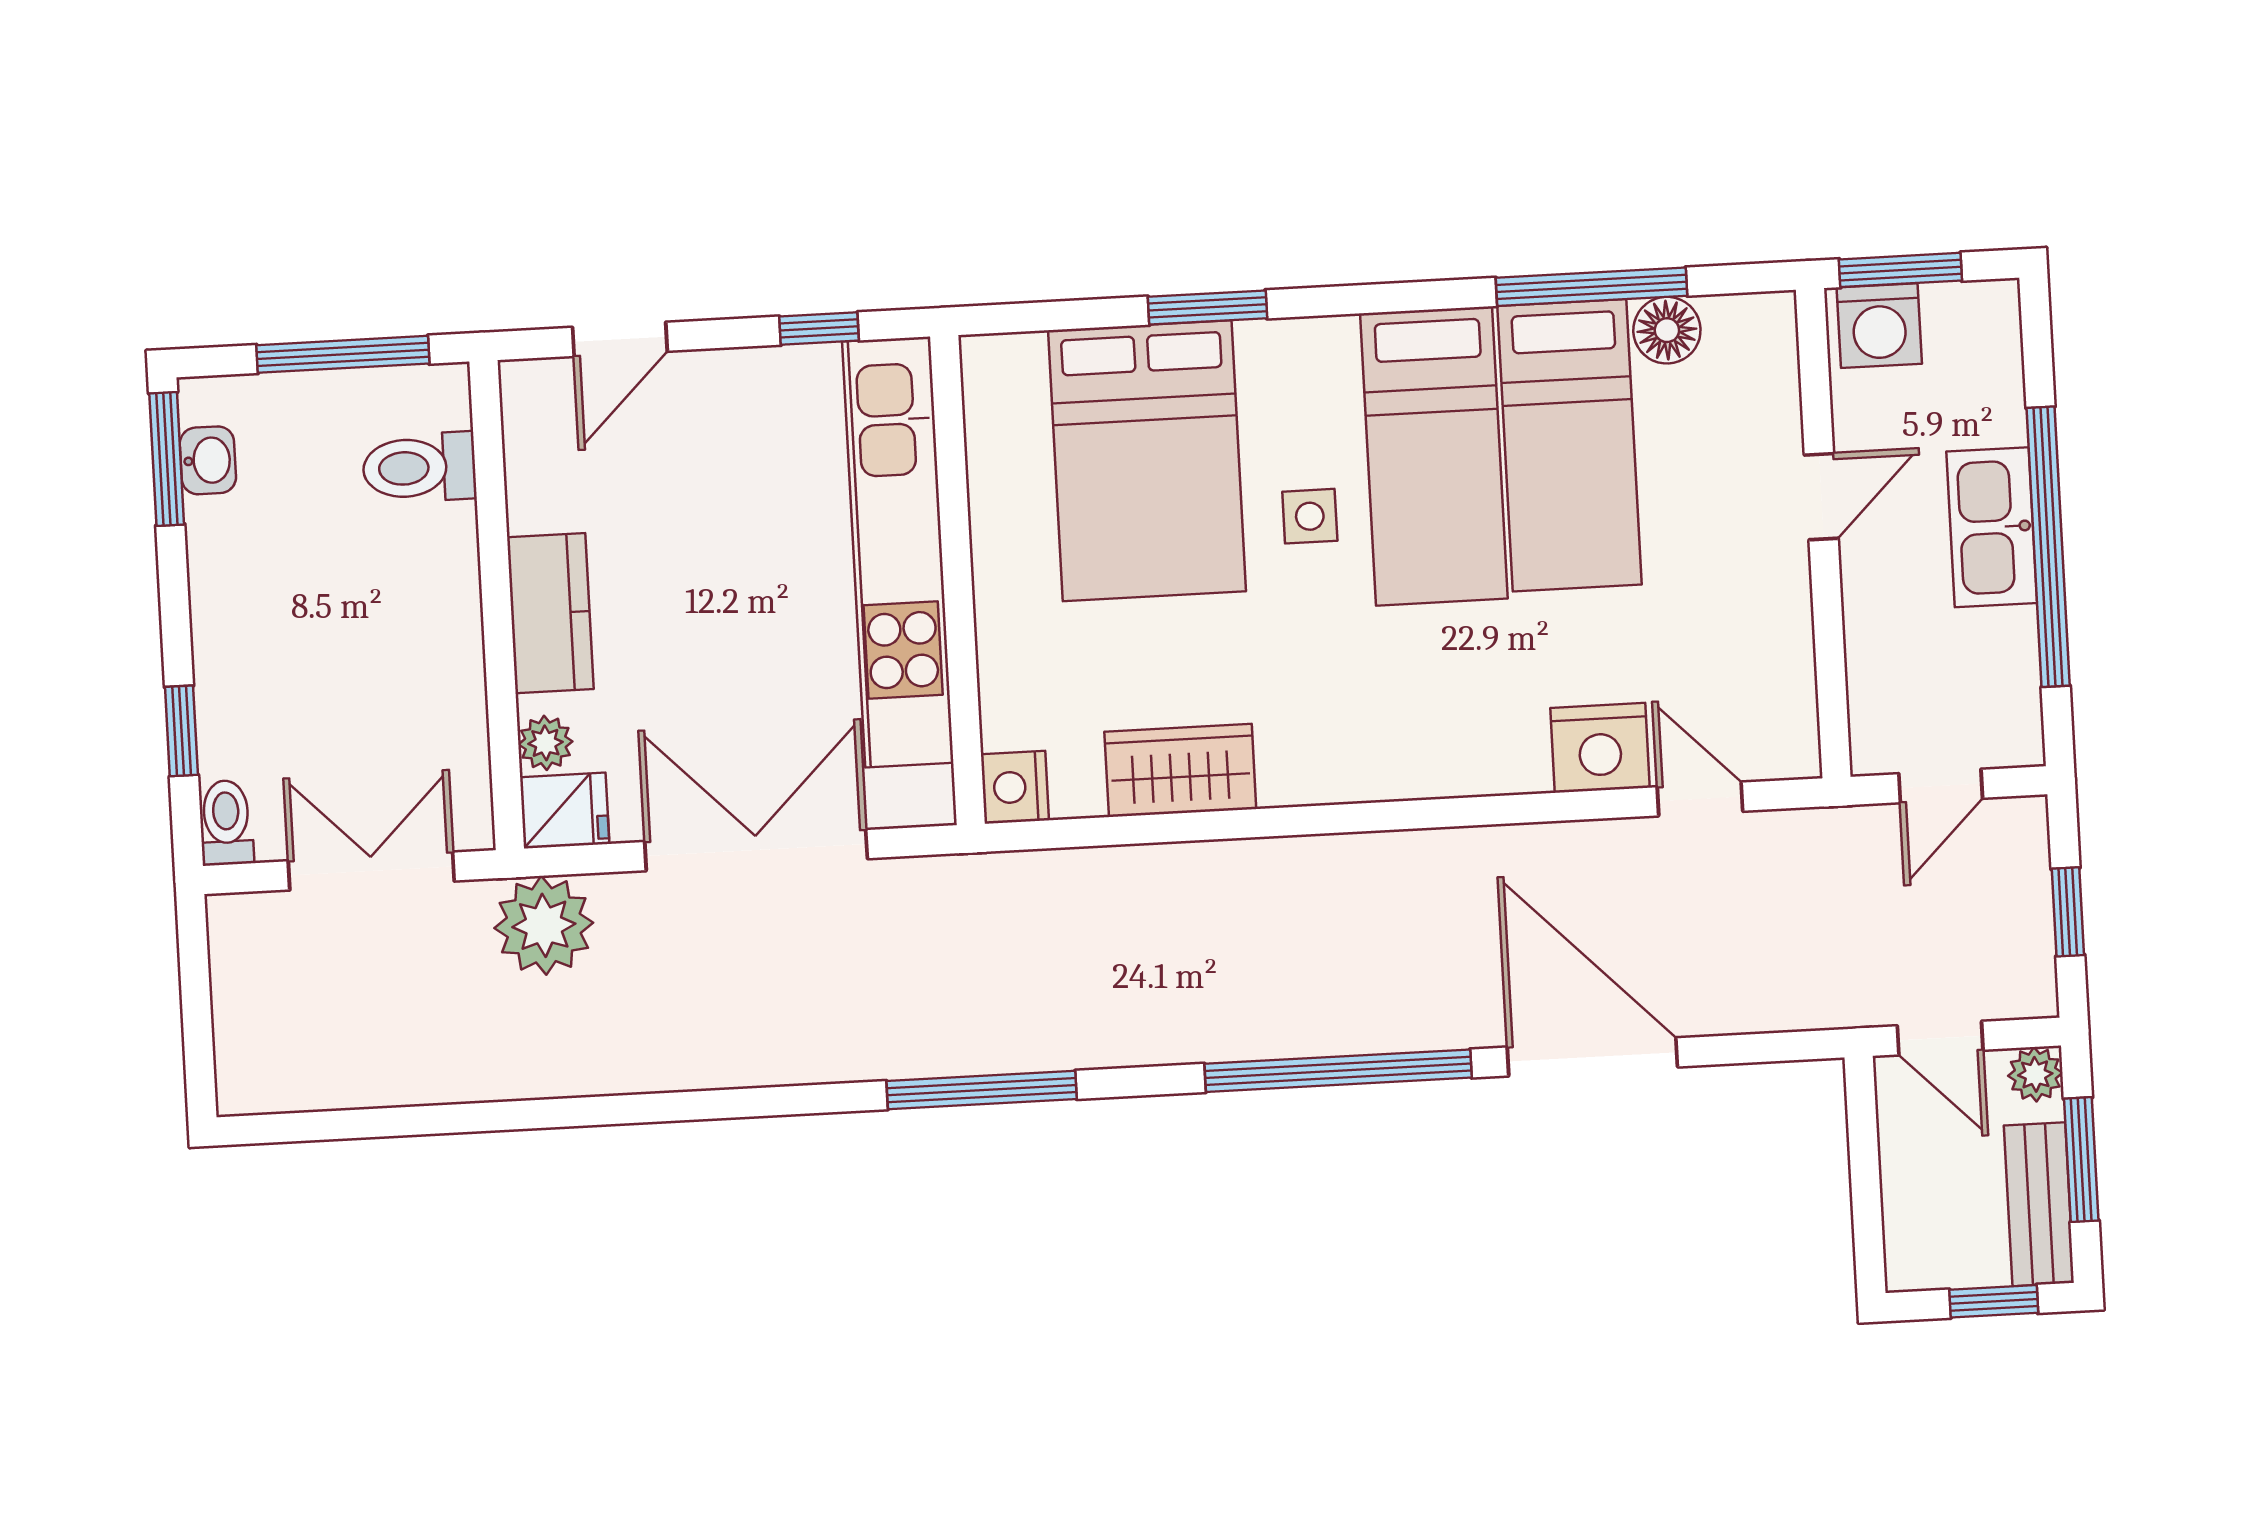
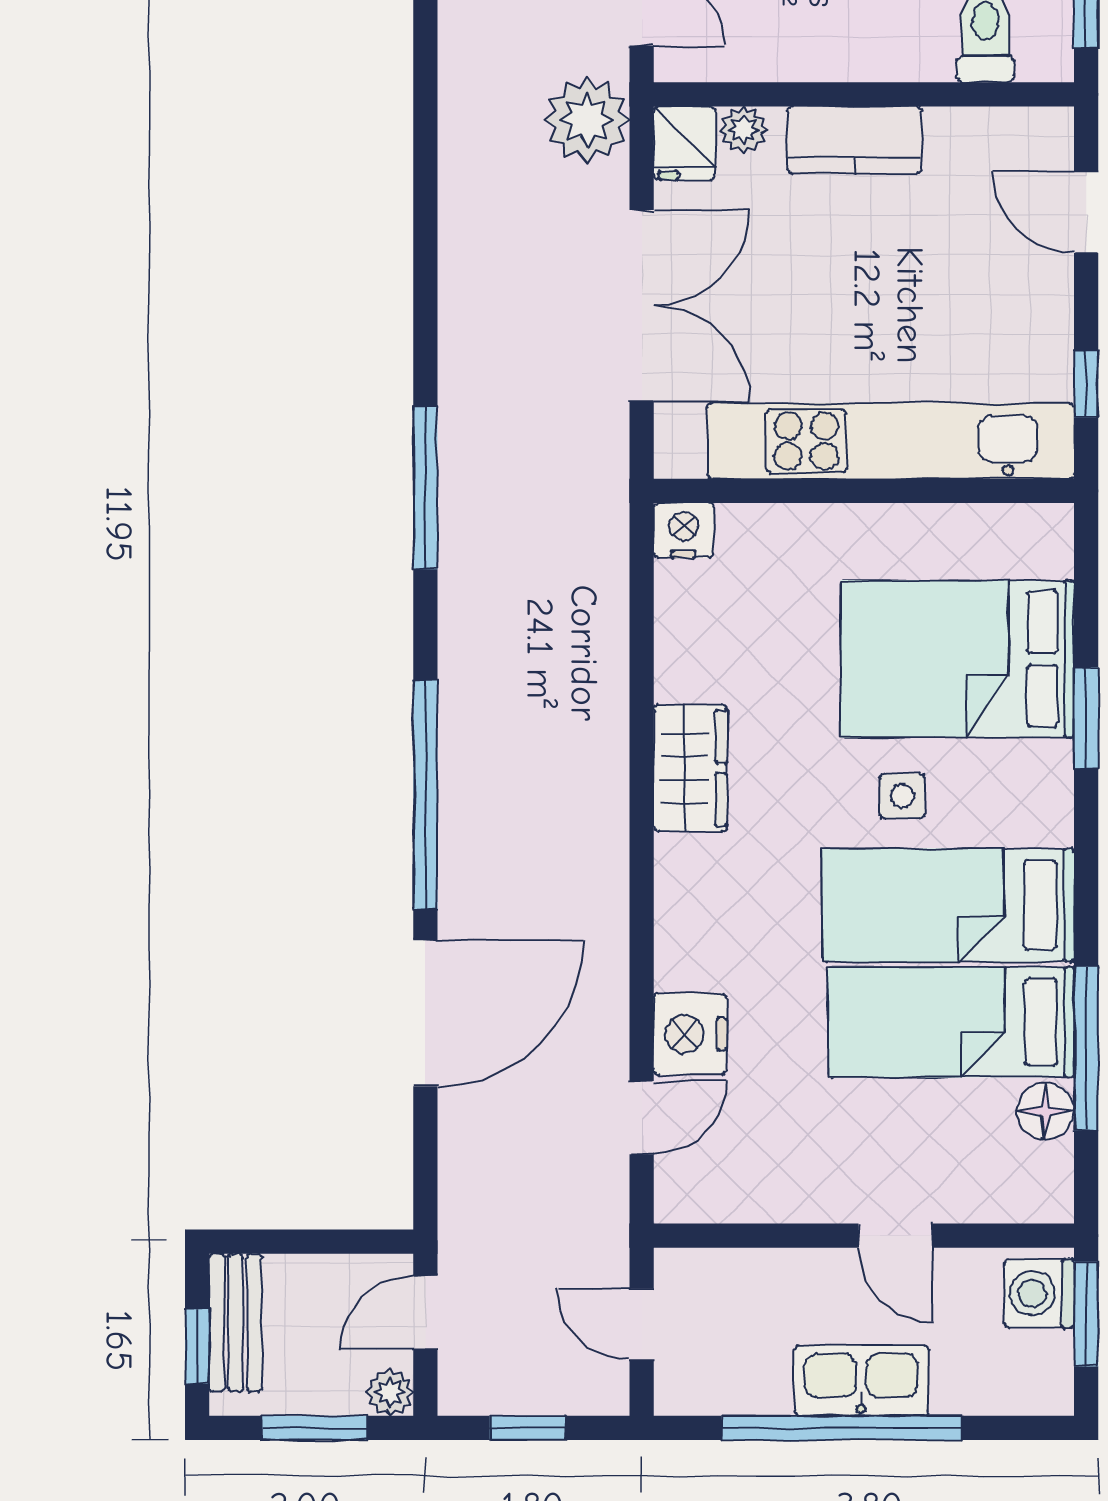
wardrobe: (1180, 770) -> (690, 768), moved
bench: (2039, 1204) -> (236, 1323), moved, turned 90

